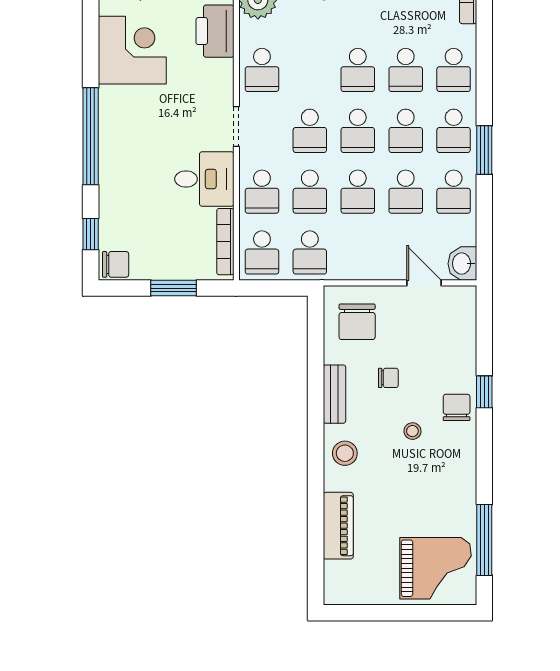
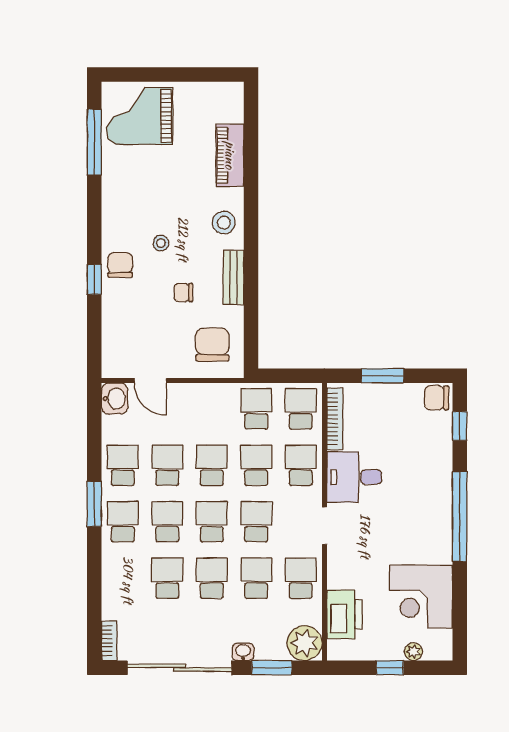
school desk: (454, 70) -> (256, 578), moved
chair: (457, 407) -> (120, 265), turned 180

